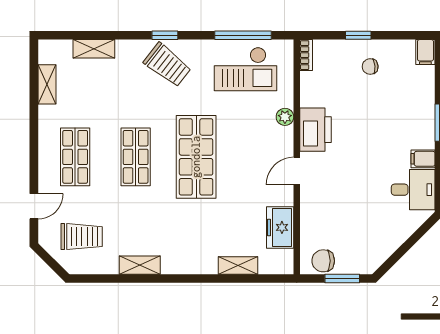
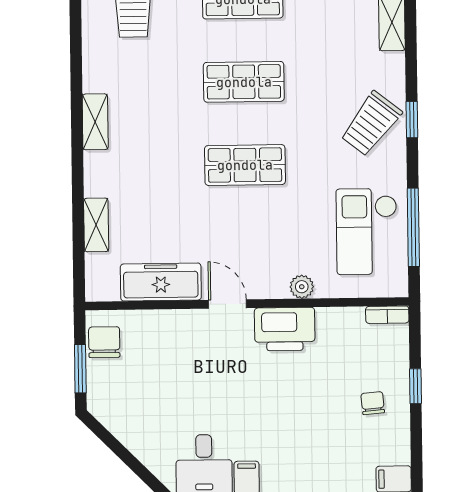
shop shelf: (196, 157) -> (245, 165), width x0.70, depth x0.74
freezer: (280, 227) -> (161, 282), width x1.40
shelving: (140, 265) -> (95, 122), moved

